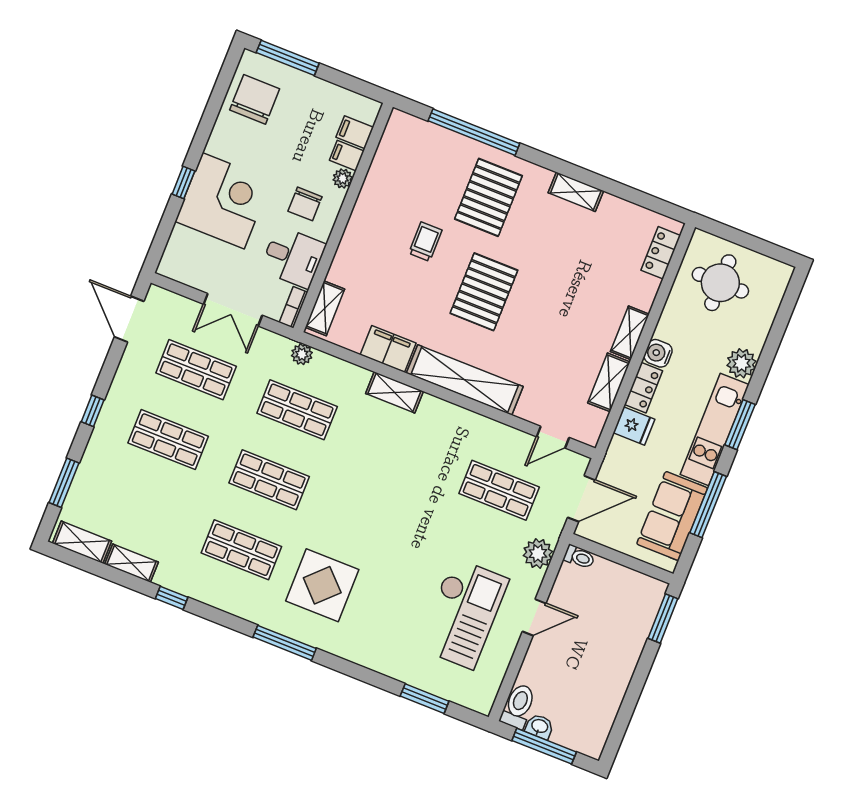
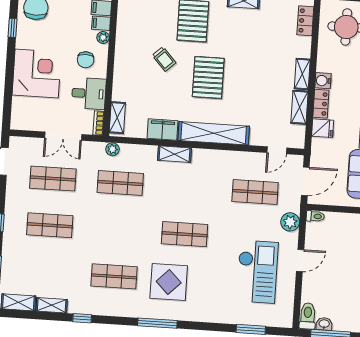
window: (183, 183) -> (13, 28), moved
trolley: (425, 242) -> (164, 59), turned 137
shop shelf: (269, 480) -> (185, 234), moved

